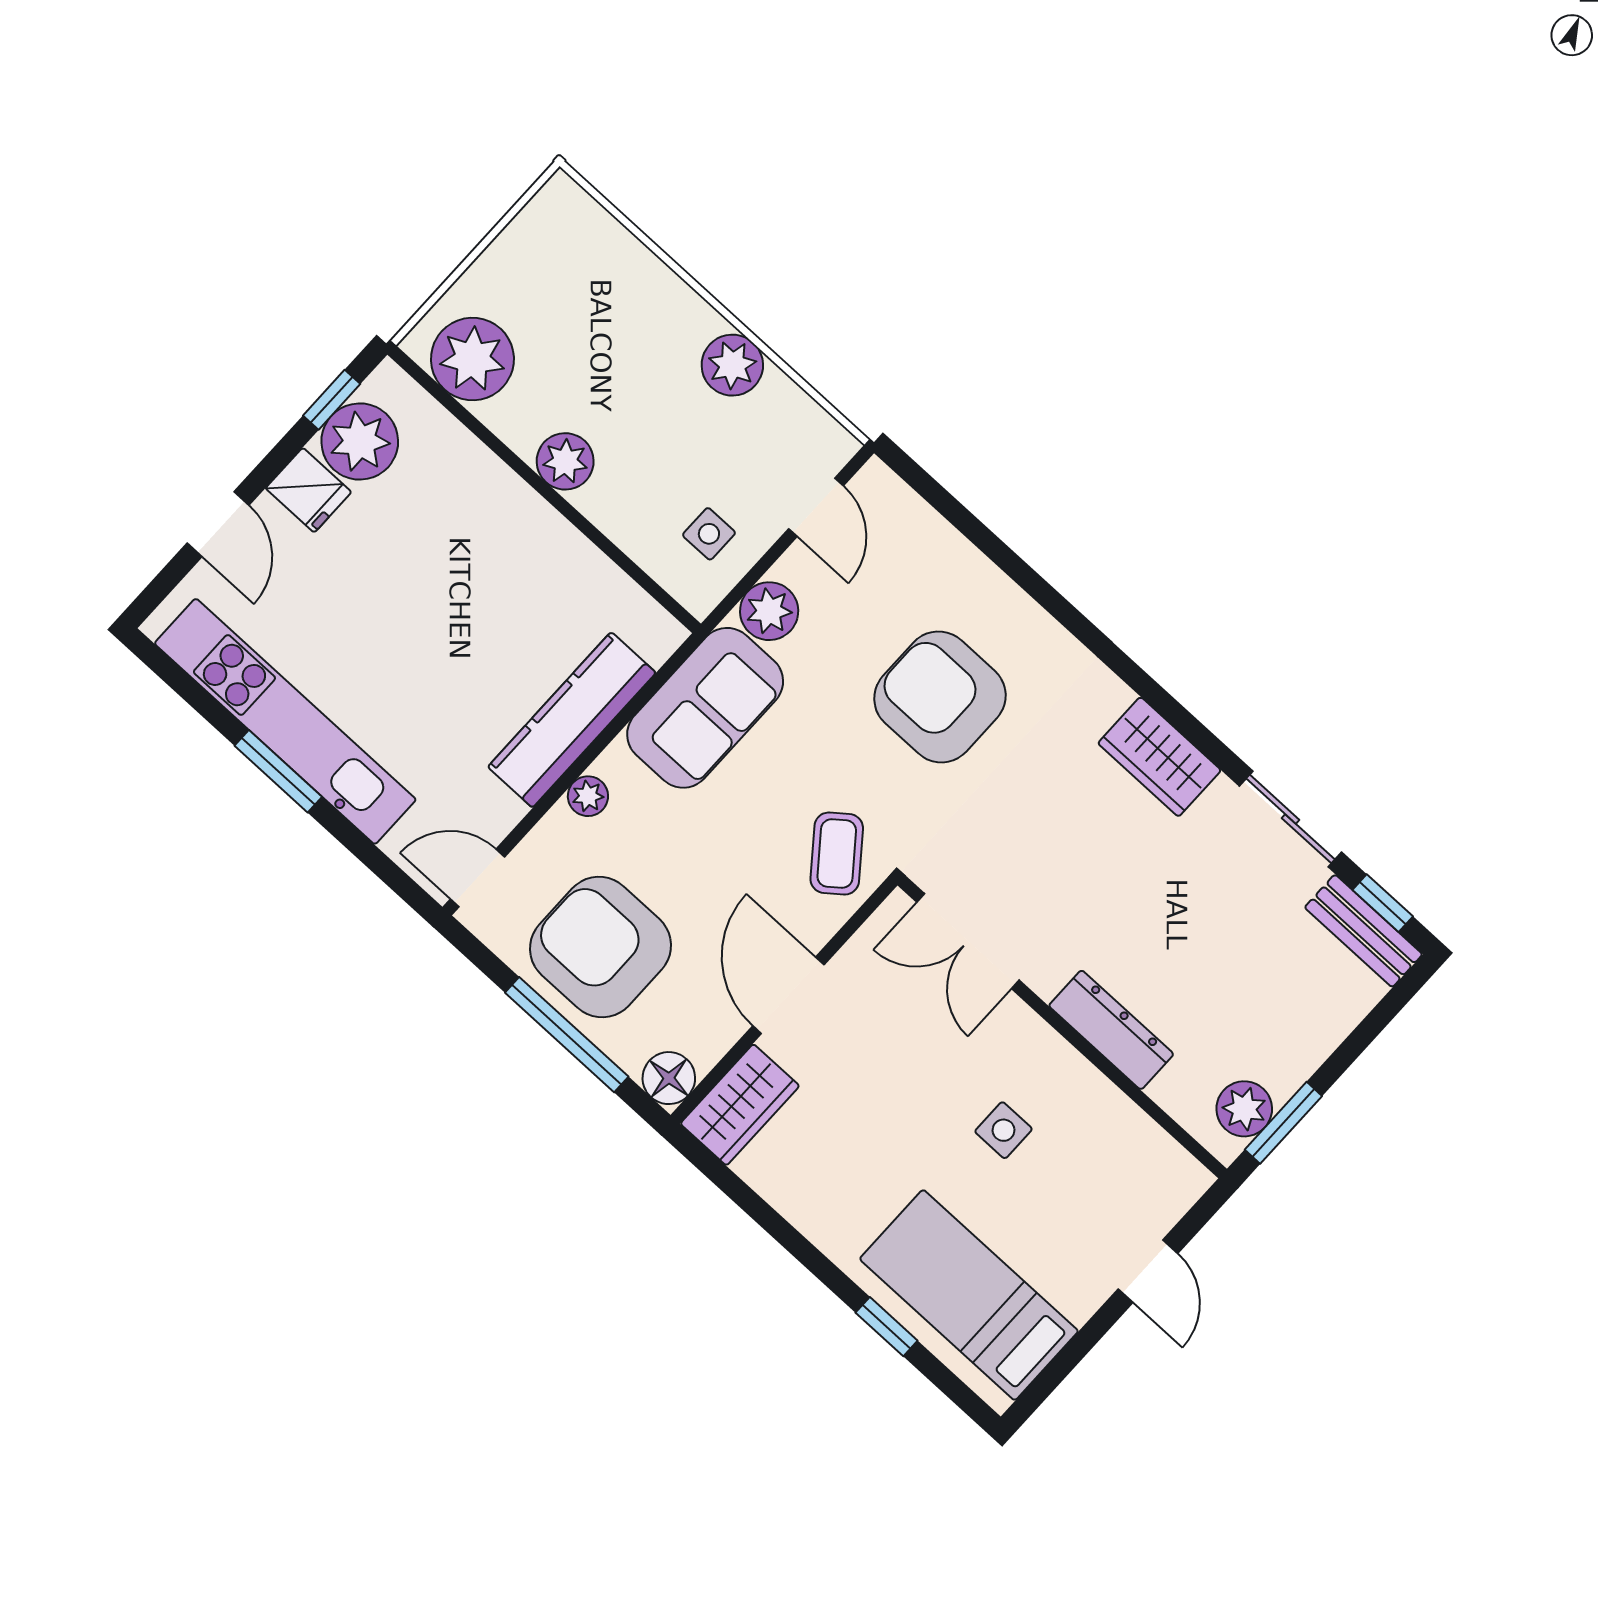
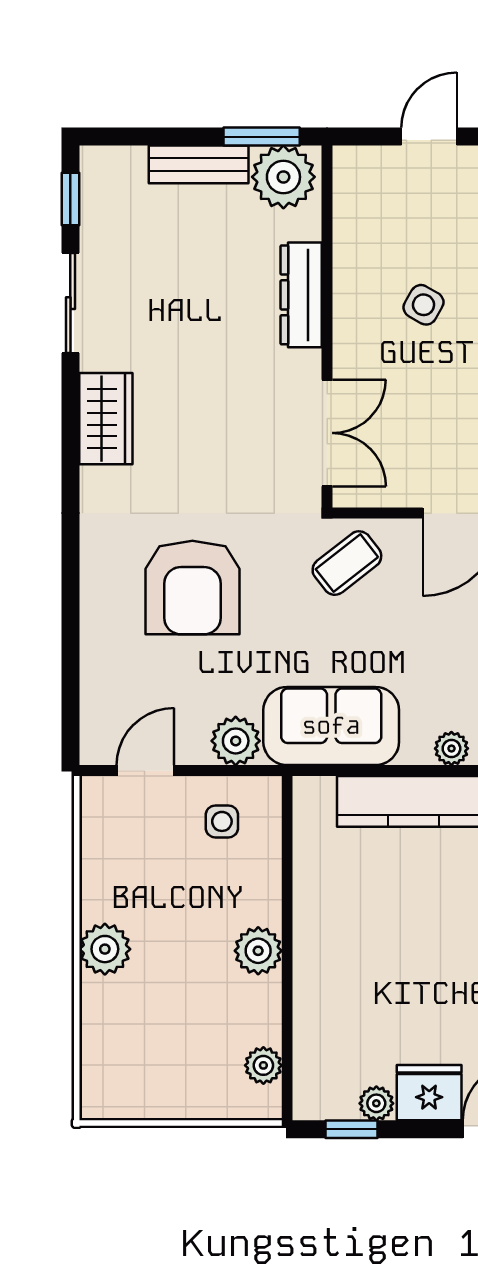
plant: (472, 359) -> (263, 1065), width x0.53, depth x0.53
plant: (732, 365) -> (105, 949), moved
plant: (360, 442) -> (376, 1103), width x0.53, depth x0.53
fridge: (309, 490) -> (429, 1093), width x1.38
bench: (1364, 931) -> (199, 164), moved, turned 90
plant: (1244, 1109) -> (283, 177), width x1.36, depth x1.36
side table: (1004, 1130) -> (424, 305), turned 30

